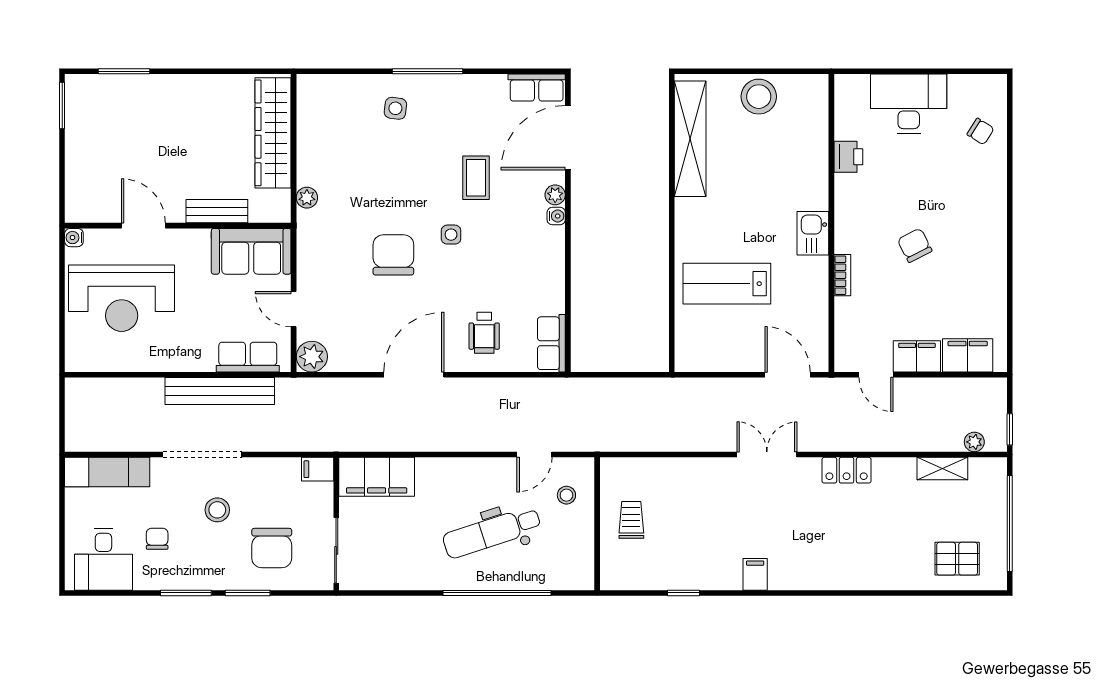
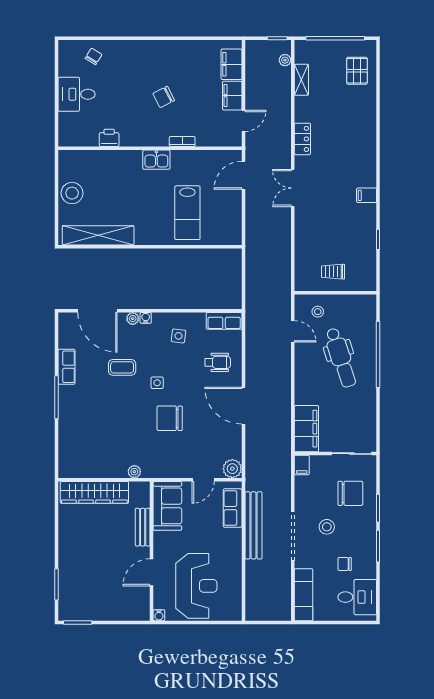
row of seats: (537, 88) -> (66, 367), moved
desk: (909, 104) -> (76, 94), width x0.73
side table: (395, 108) -> (179, 336), moved

